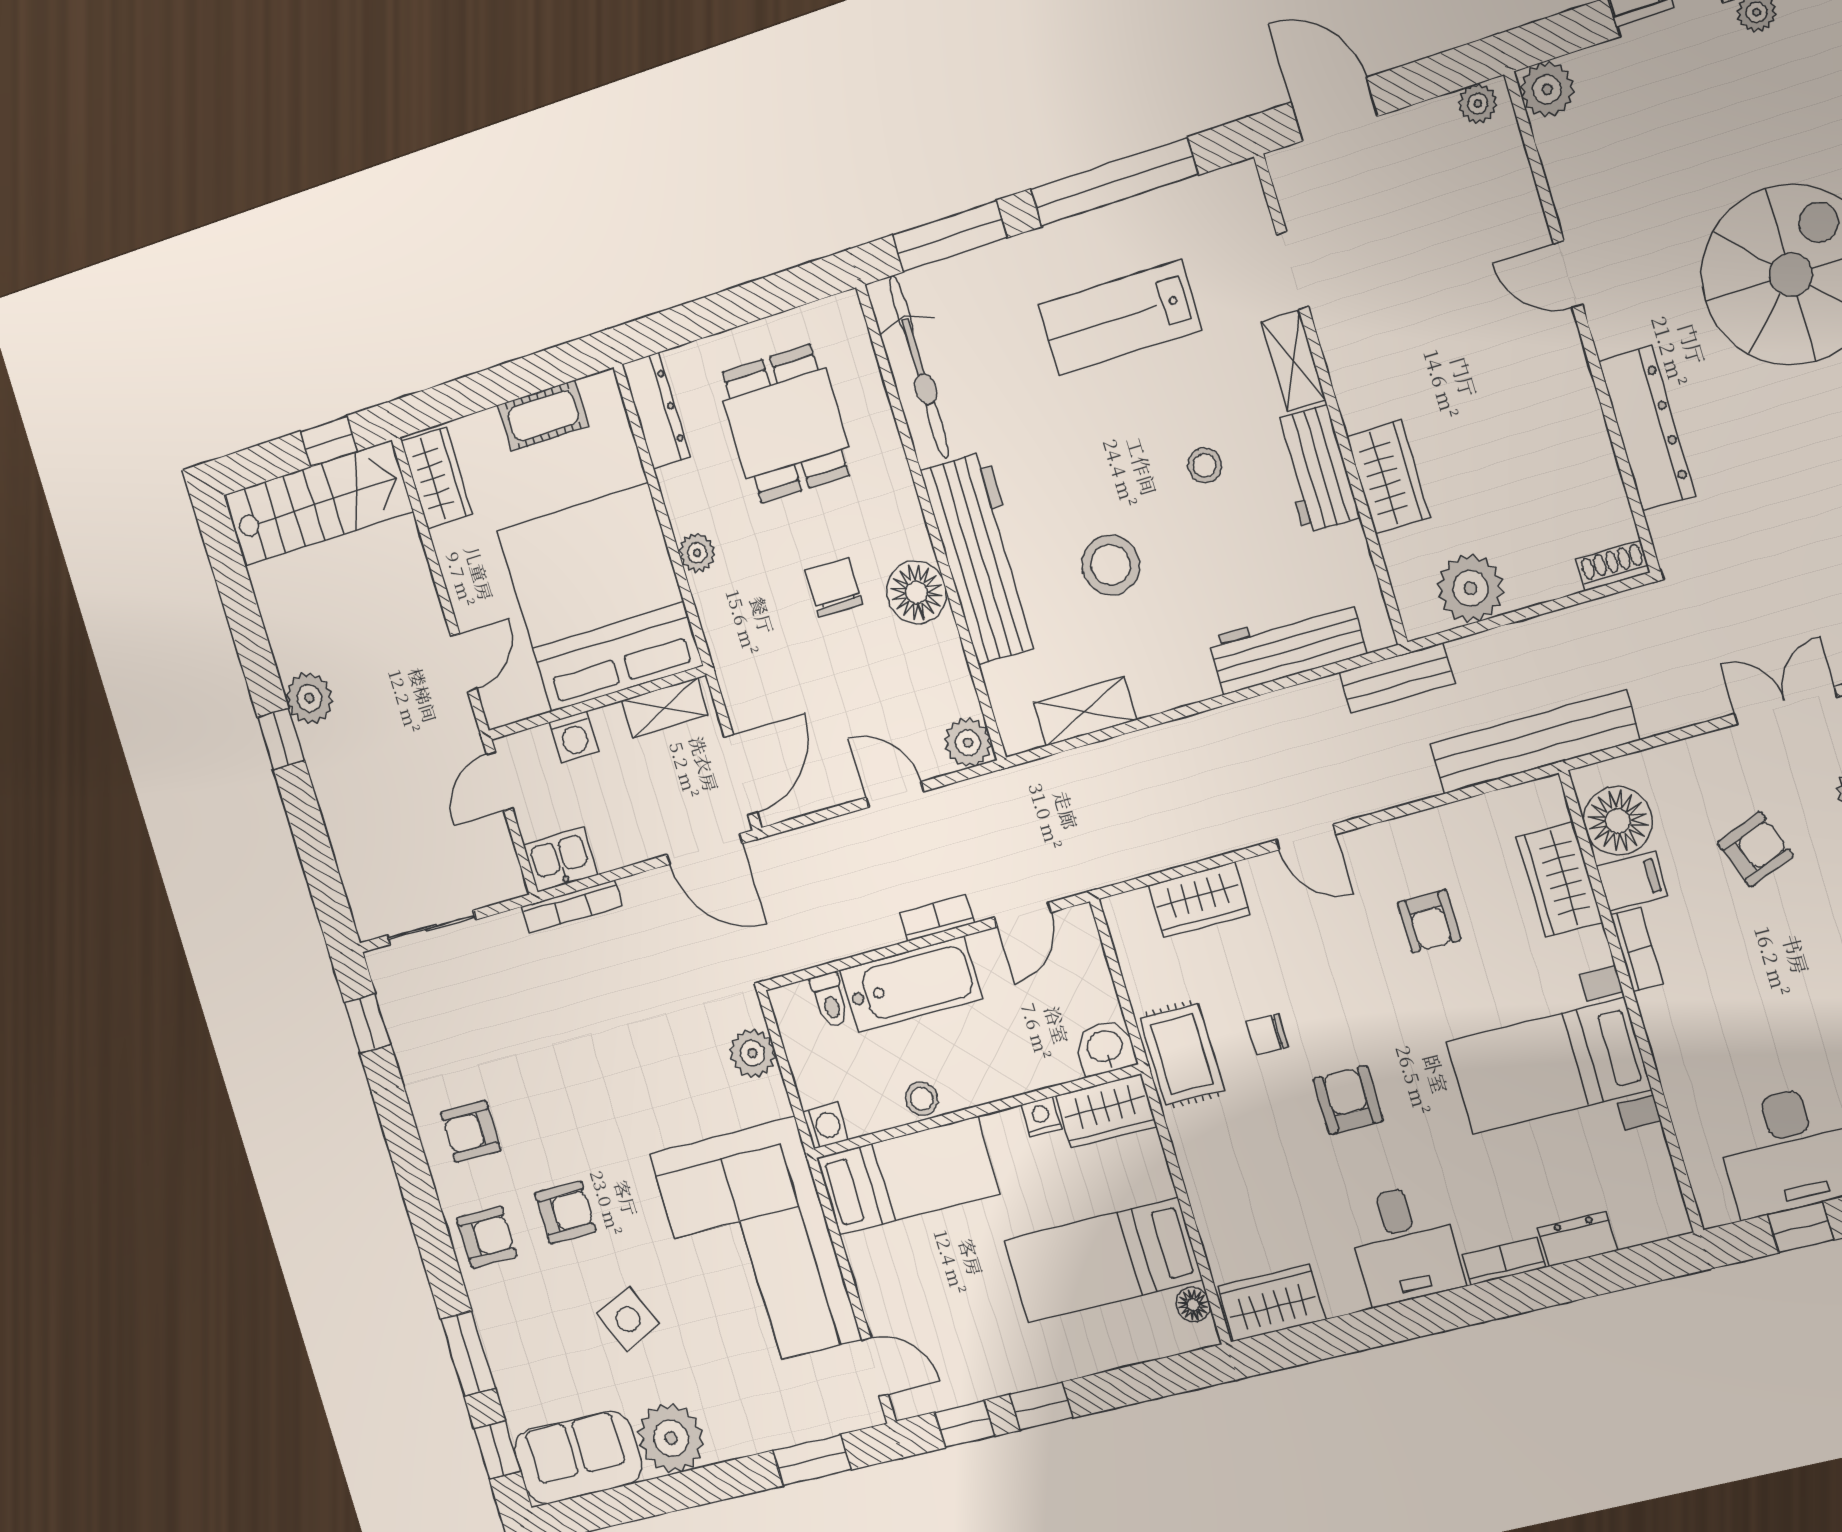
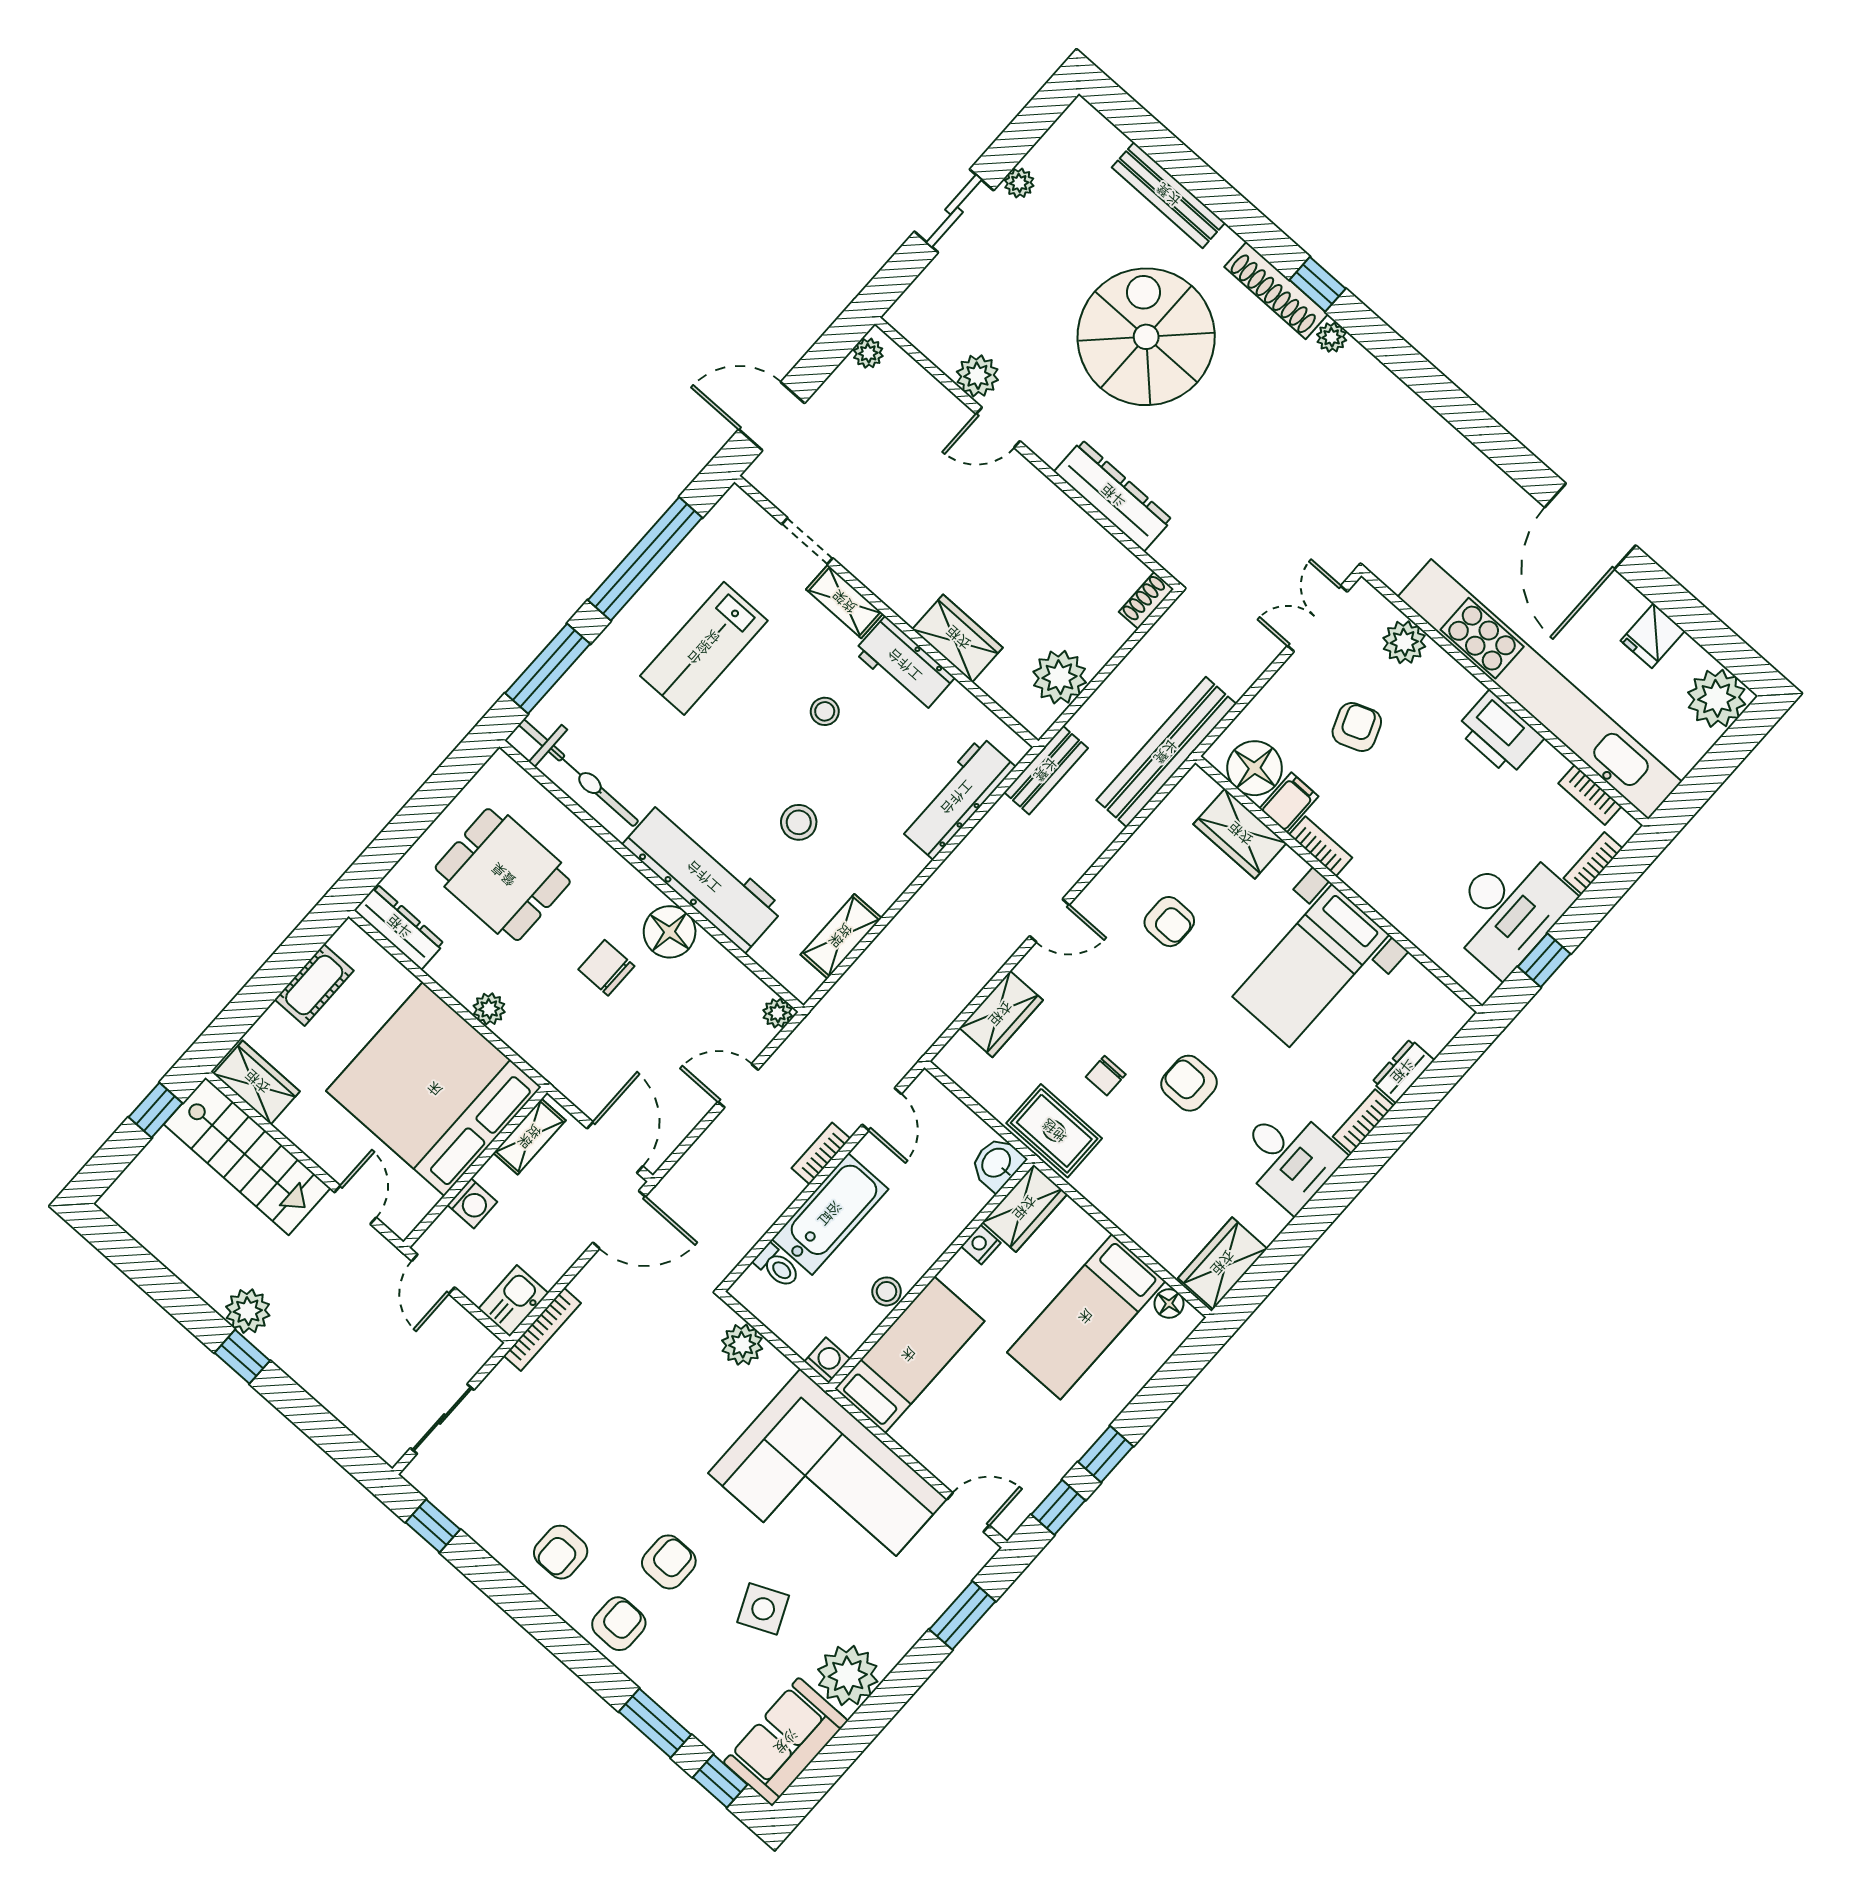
plant: (1547, 89) -> (977, 376), moved
stairs: (319, 503) -> (247, 1156), moved, turned 90
stool: (1110, 565) -> (799, 822), width x0.73, depth x0.73
plant: (968, 743) -> (778, 1013), width x0.73, depth x0.73

